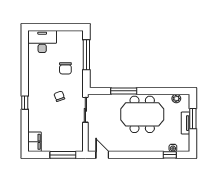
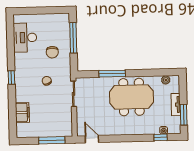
desk: (42, 41) -> (25, 38), moved, turned -90
window: (25, 103) -> (11, 78), moved
window: (193, 119) -> (184, 115), moved
filing cabinet: (34, 142) -> (22, 112), moved

